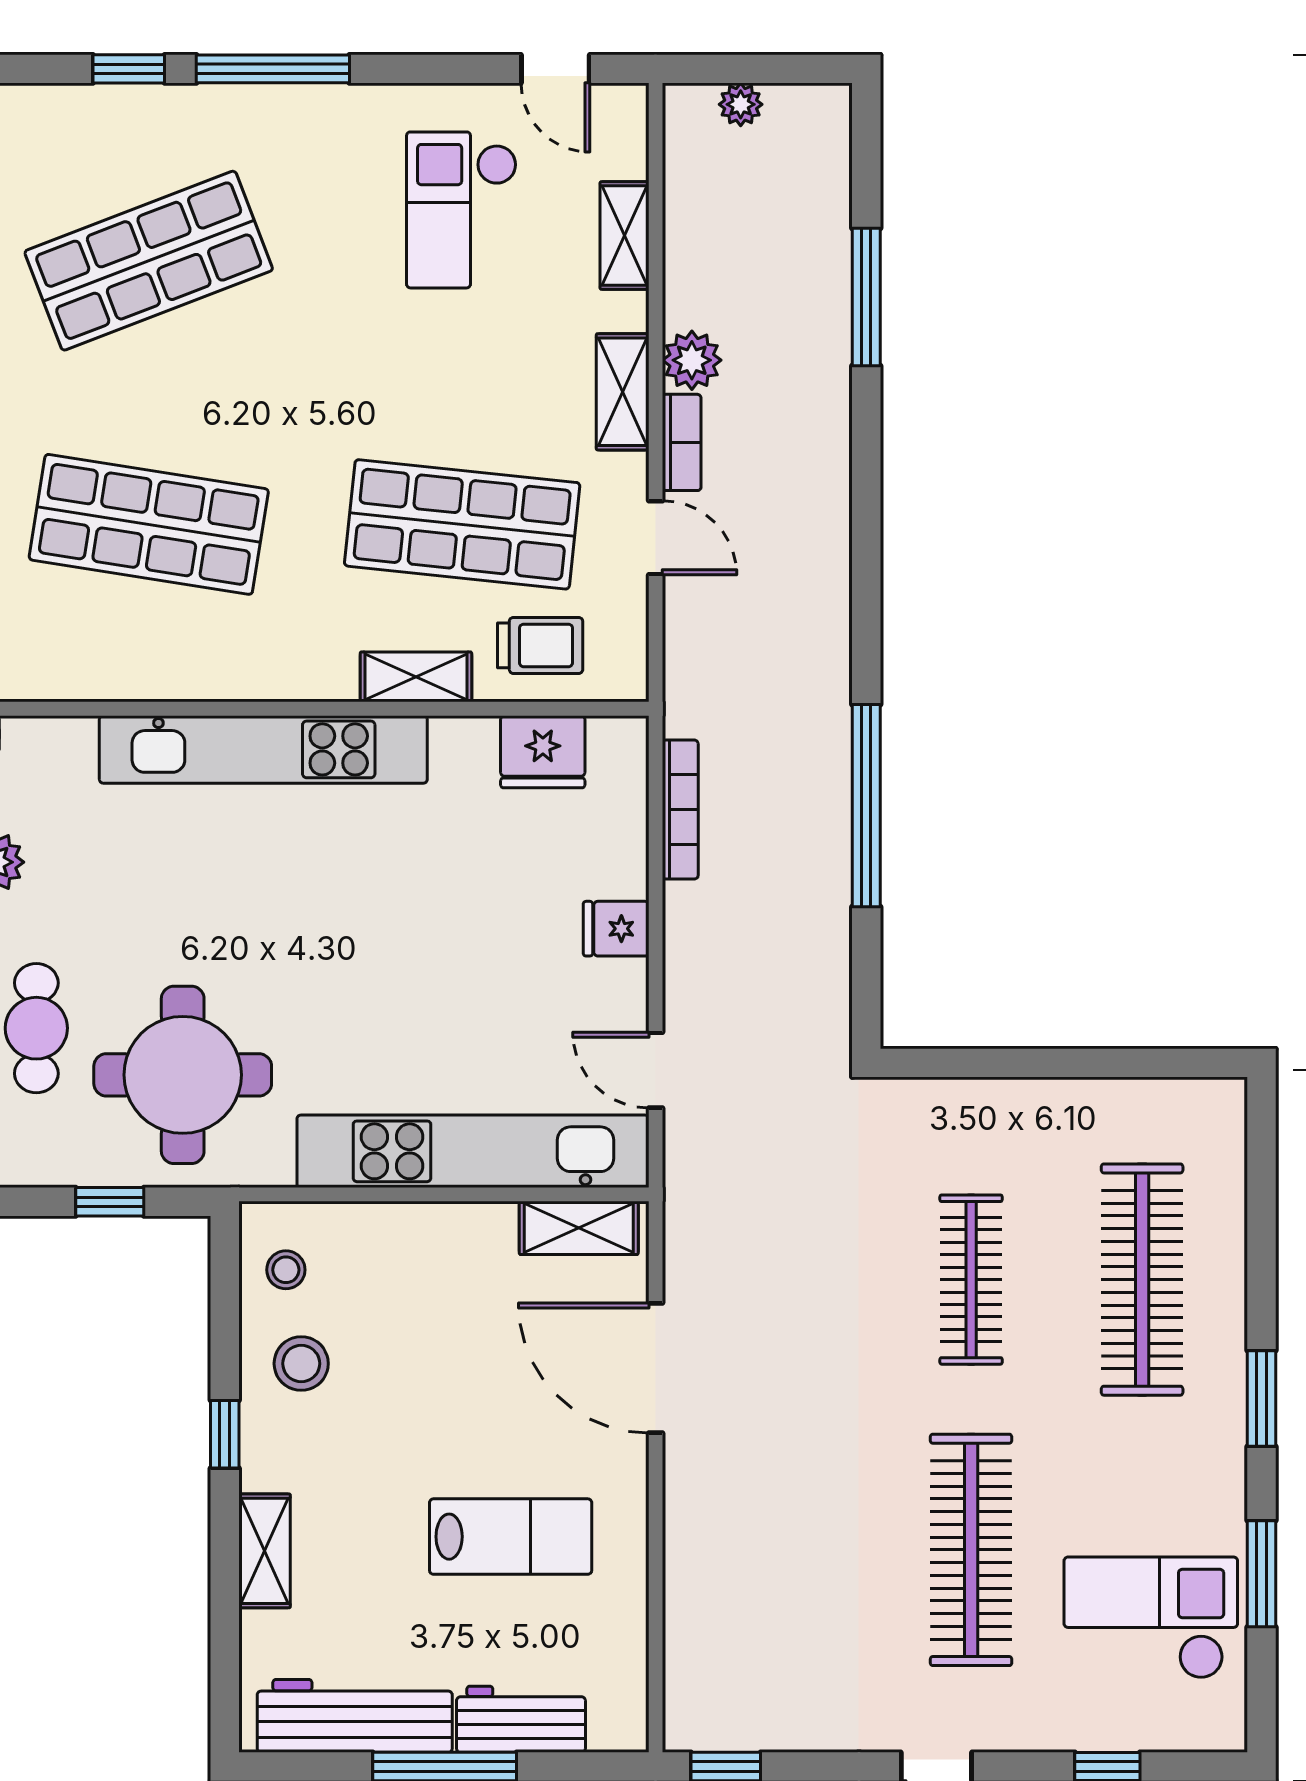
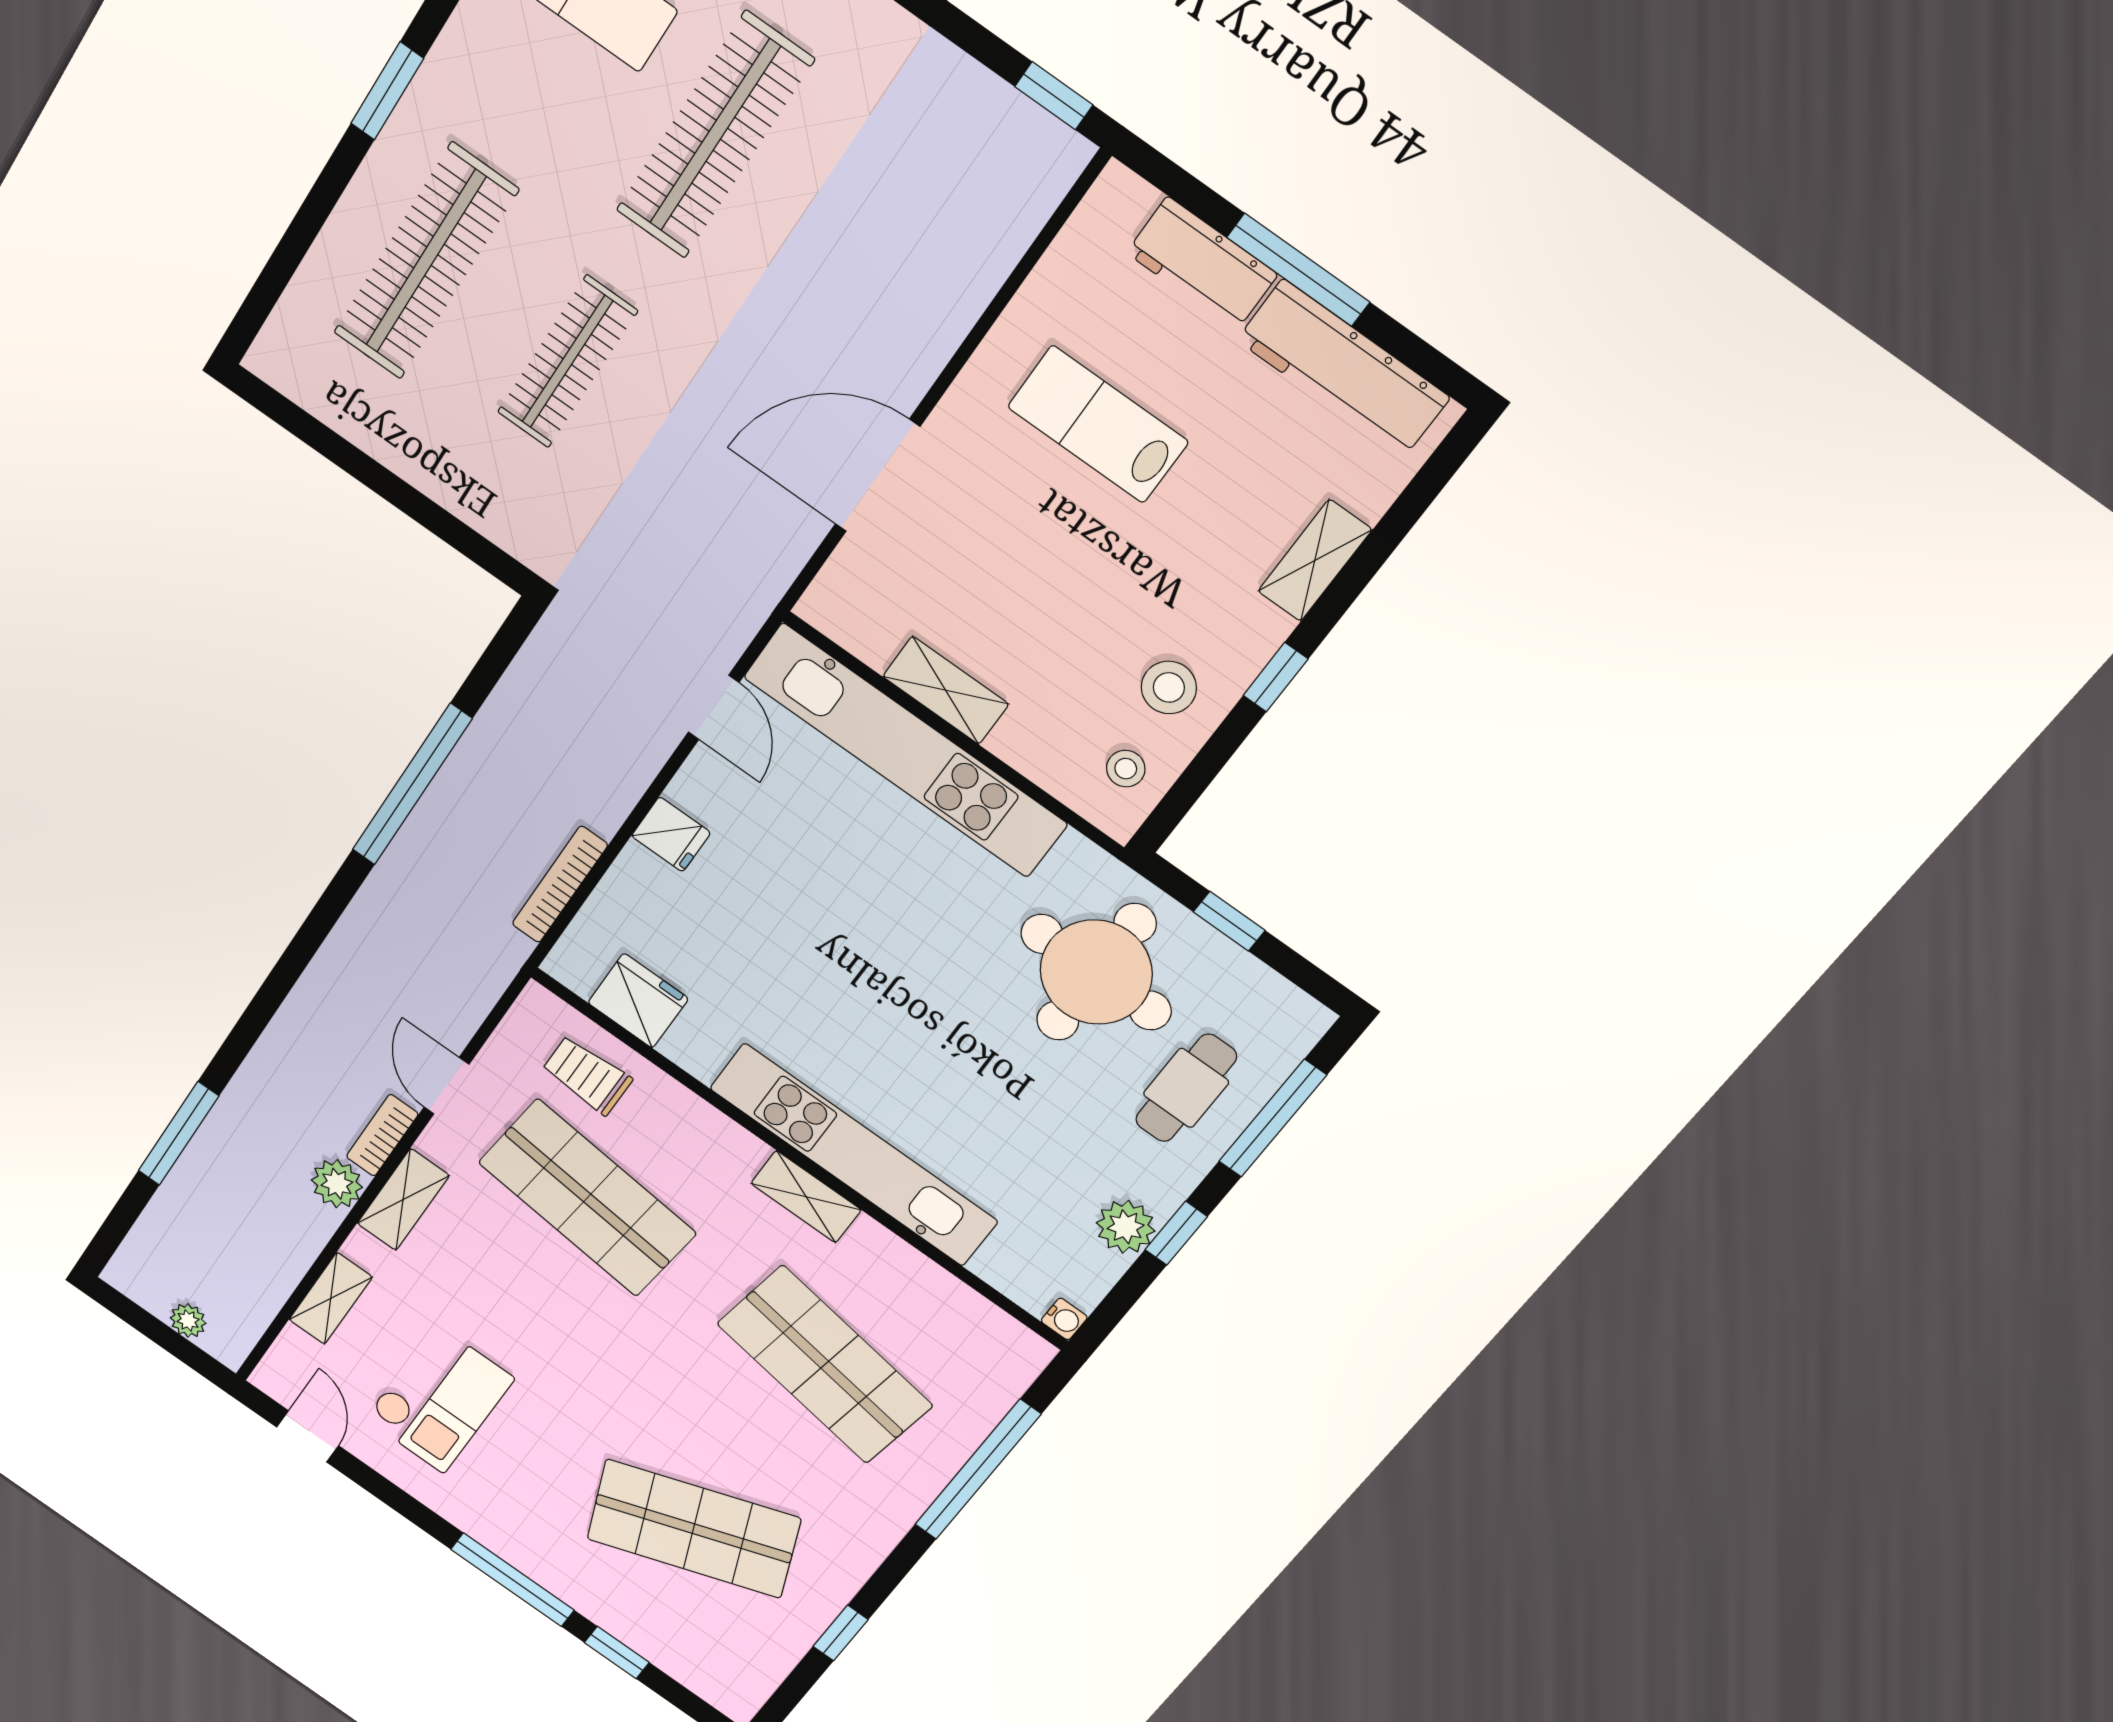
shelving: (416, 677) -> (806, 1197), moved
shelving: (579, 1228) -> (946, 690), moved
door: (656, 1368) -> (877, 475), swing flipped

